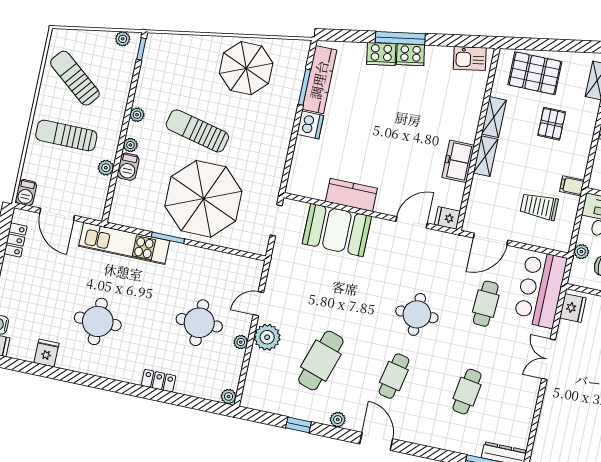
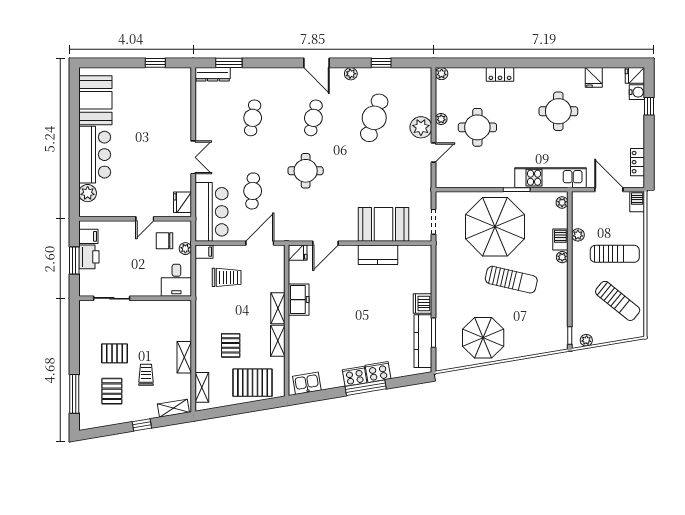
plant: (137, 115) -> (562, 202), moved
filing cabinet: (572, 186) -> (204, 252), moved

